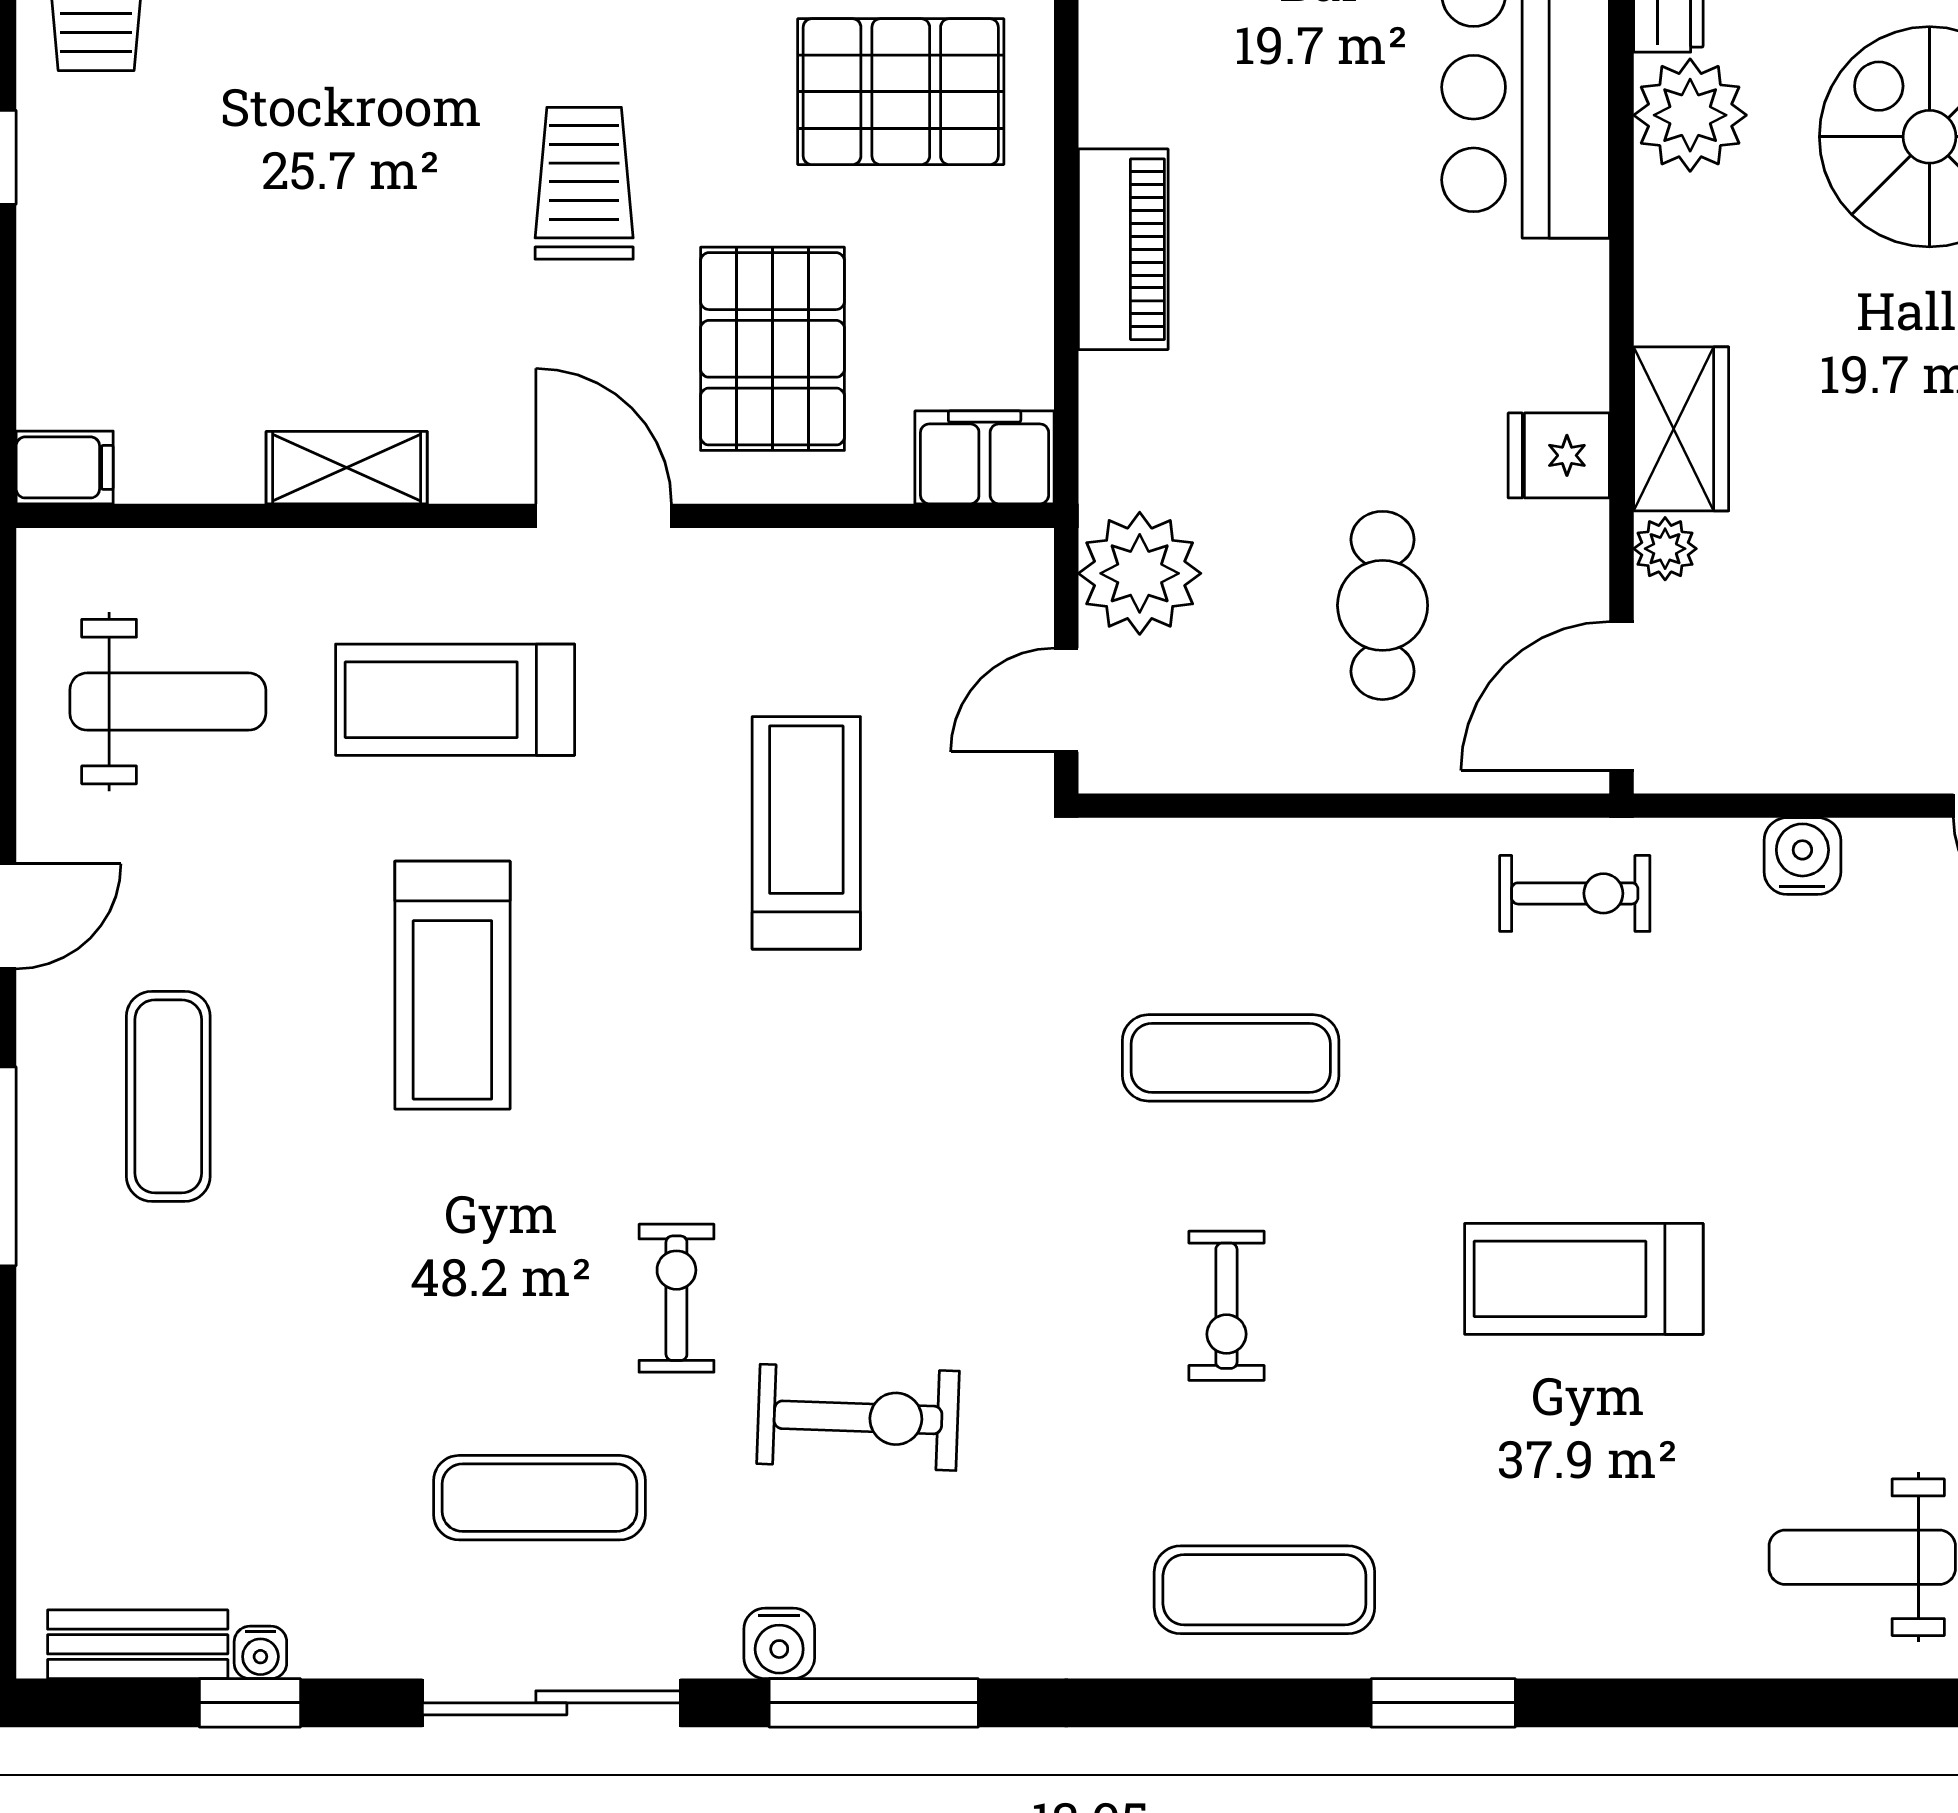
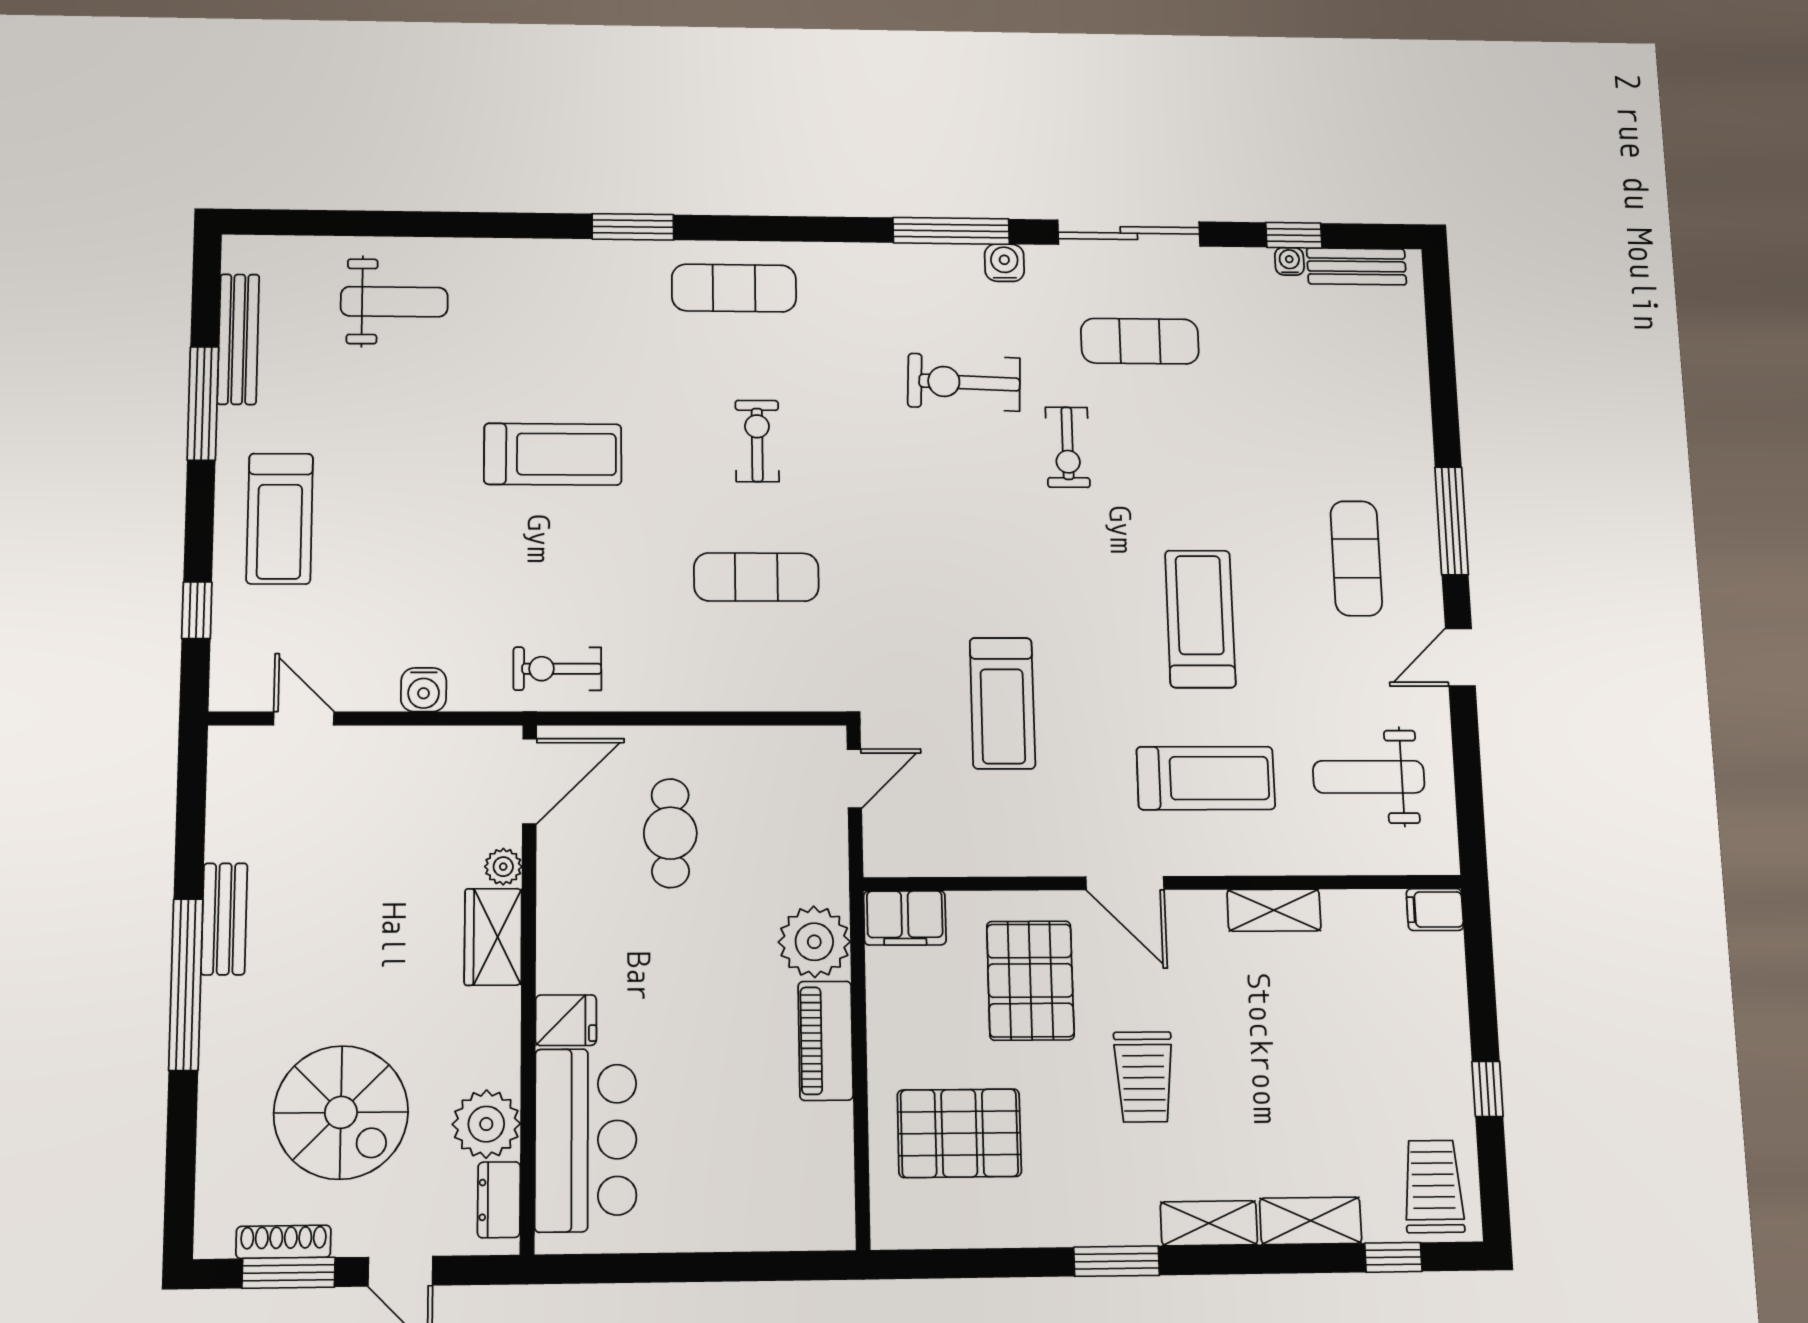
fridge: (1559, 455) -> (566, 1020), moved
plant: (1140, 573) -> (814, 942), moved

